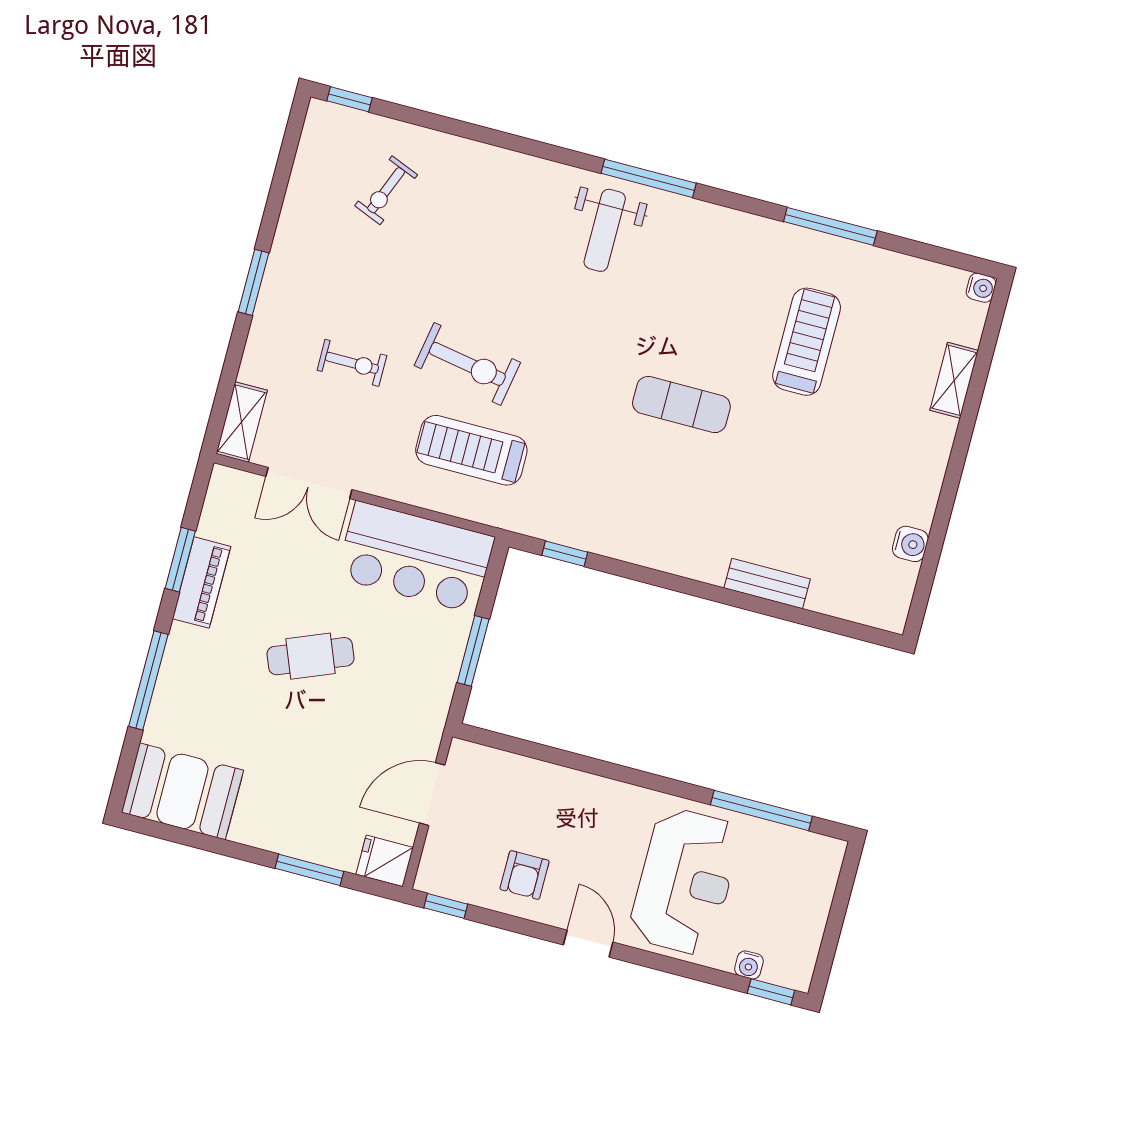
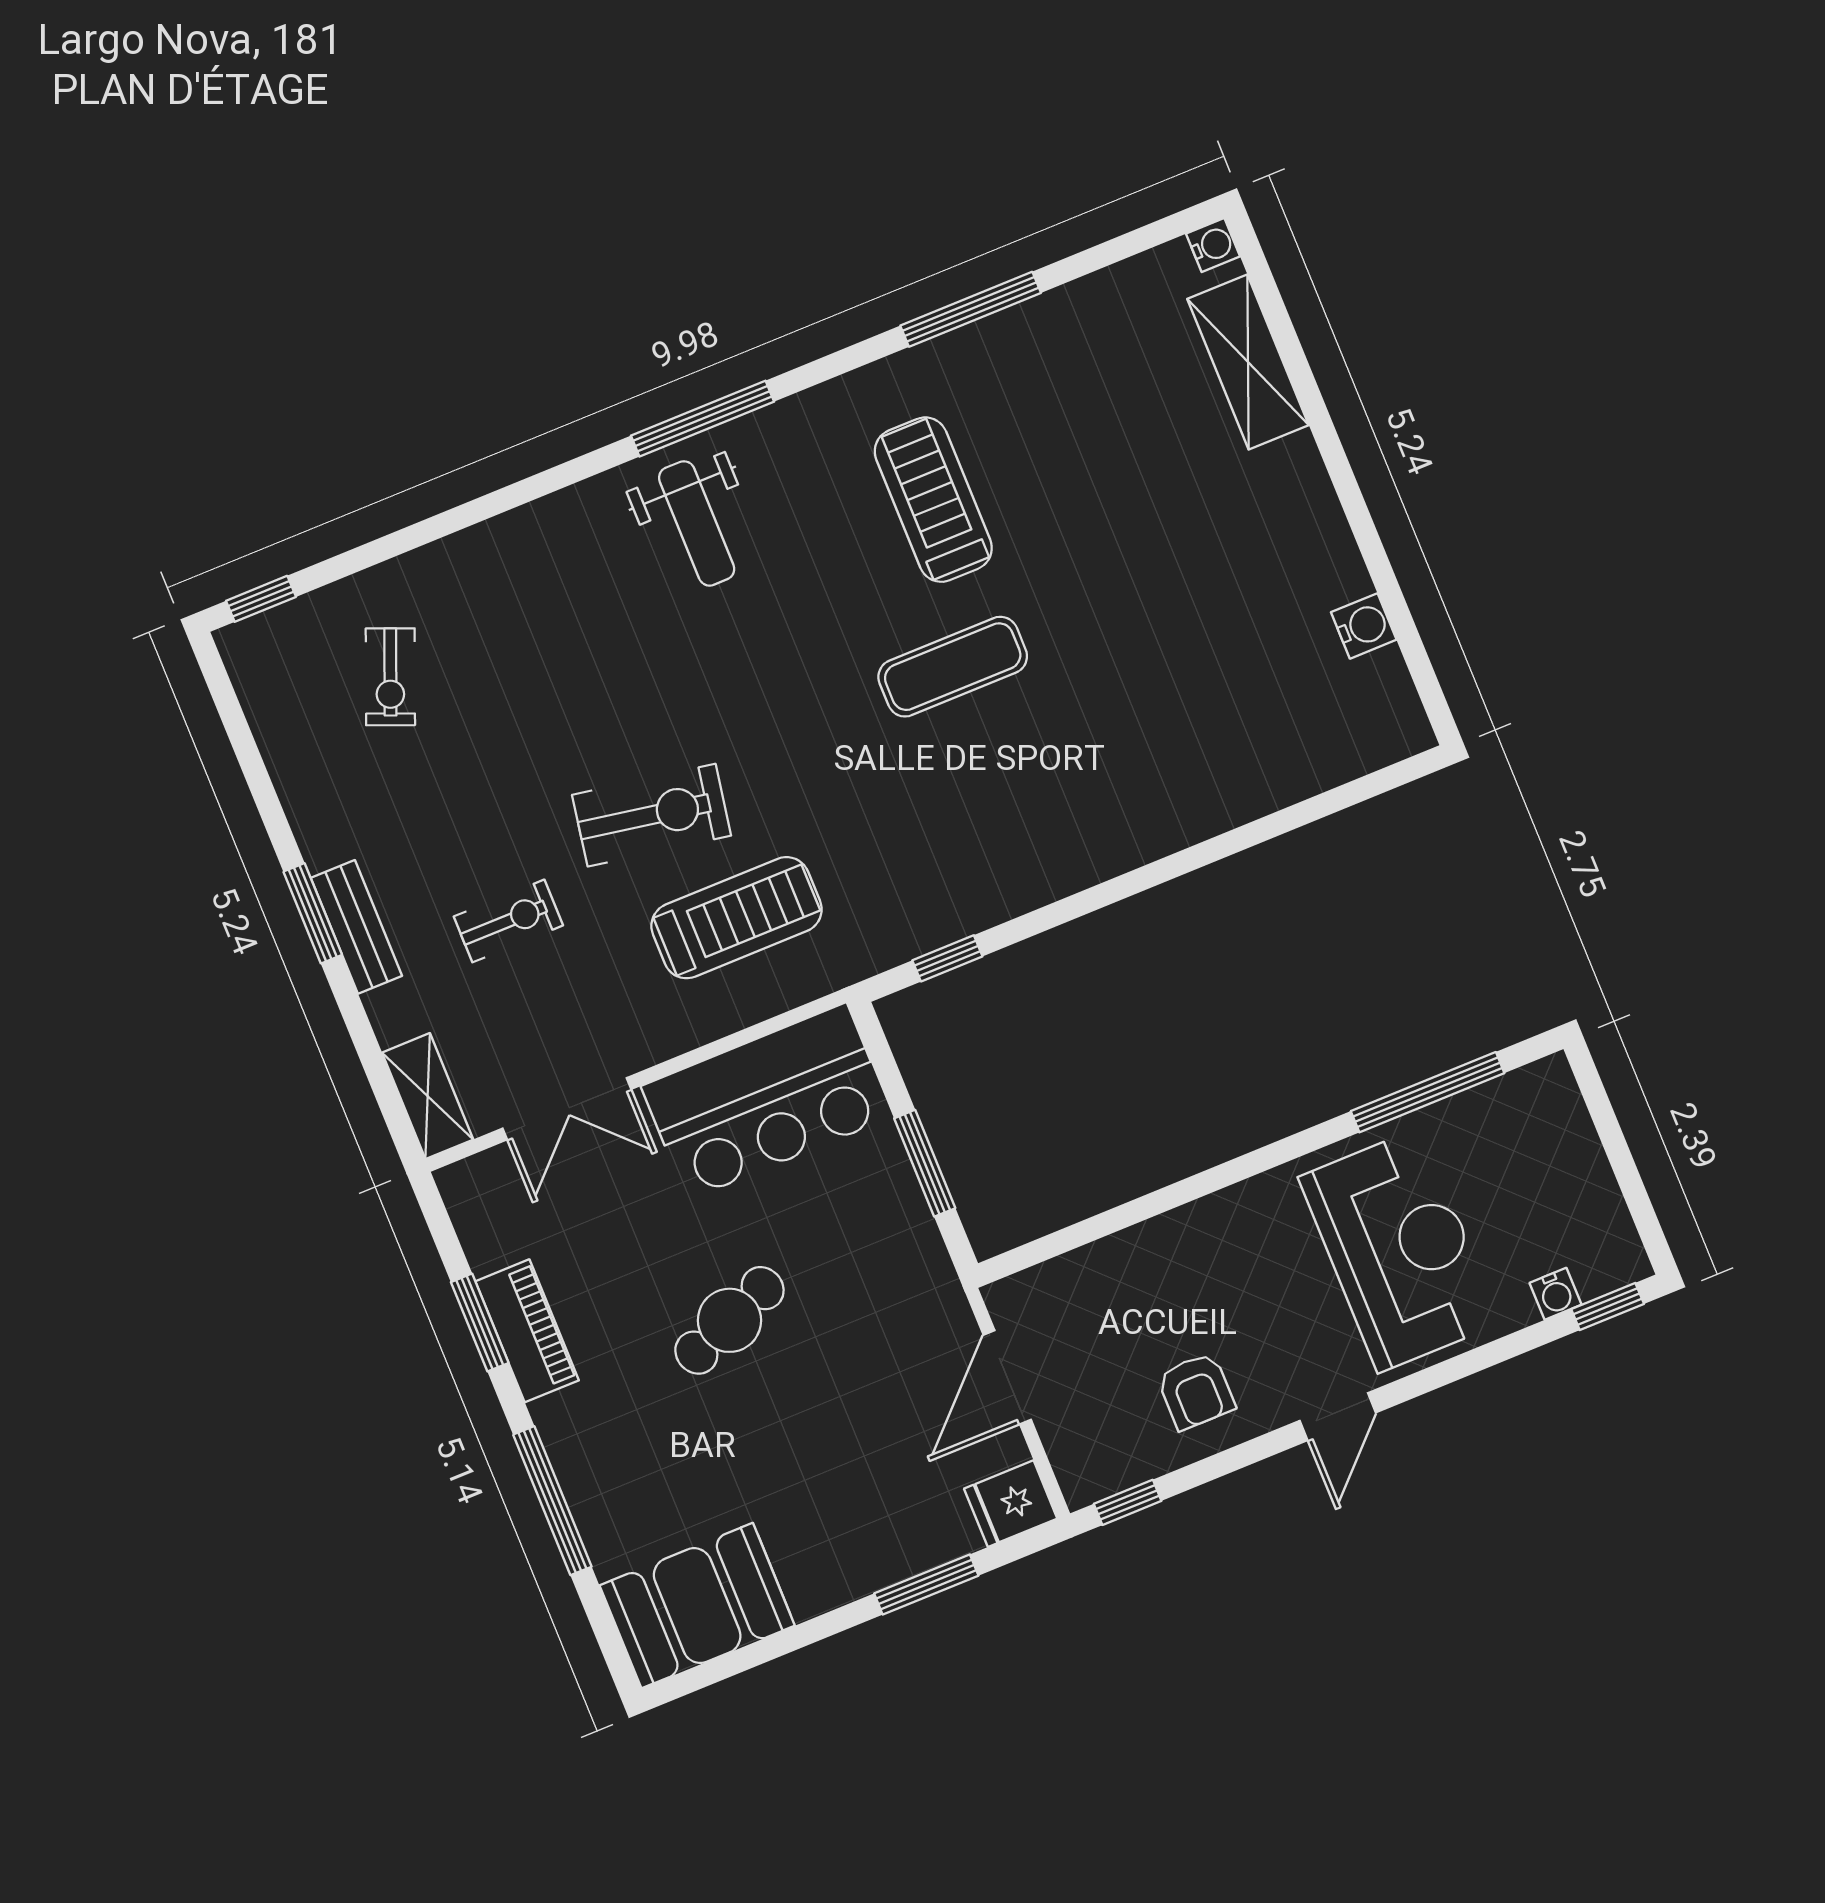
treadmill: (807, 342) -> (933, 500), moved
shelving: (954, 380) -> (1248, 362), width x1.50, depth x1.33
treadmill: (471, 450) -> (737, 918), turned 180
bench: (767, 583) -> (356, 927), moved, turned 90
door: (588, 944) -> (1338, 1417), swing flipped

